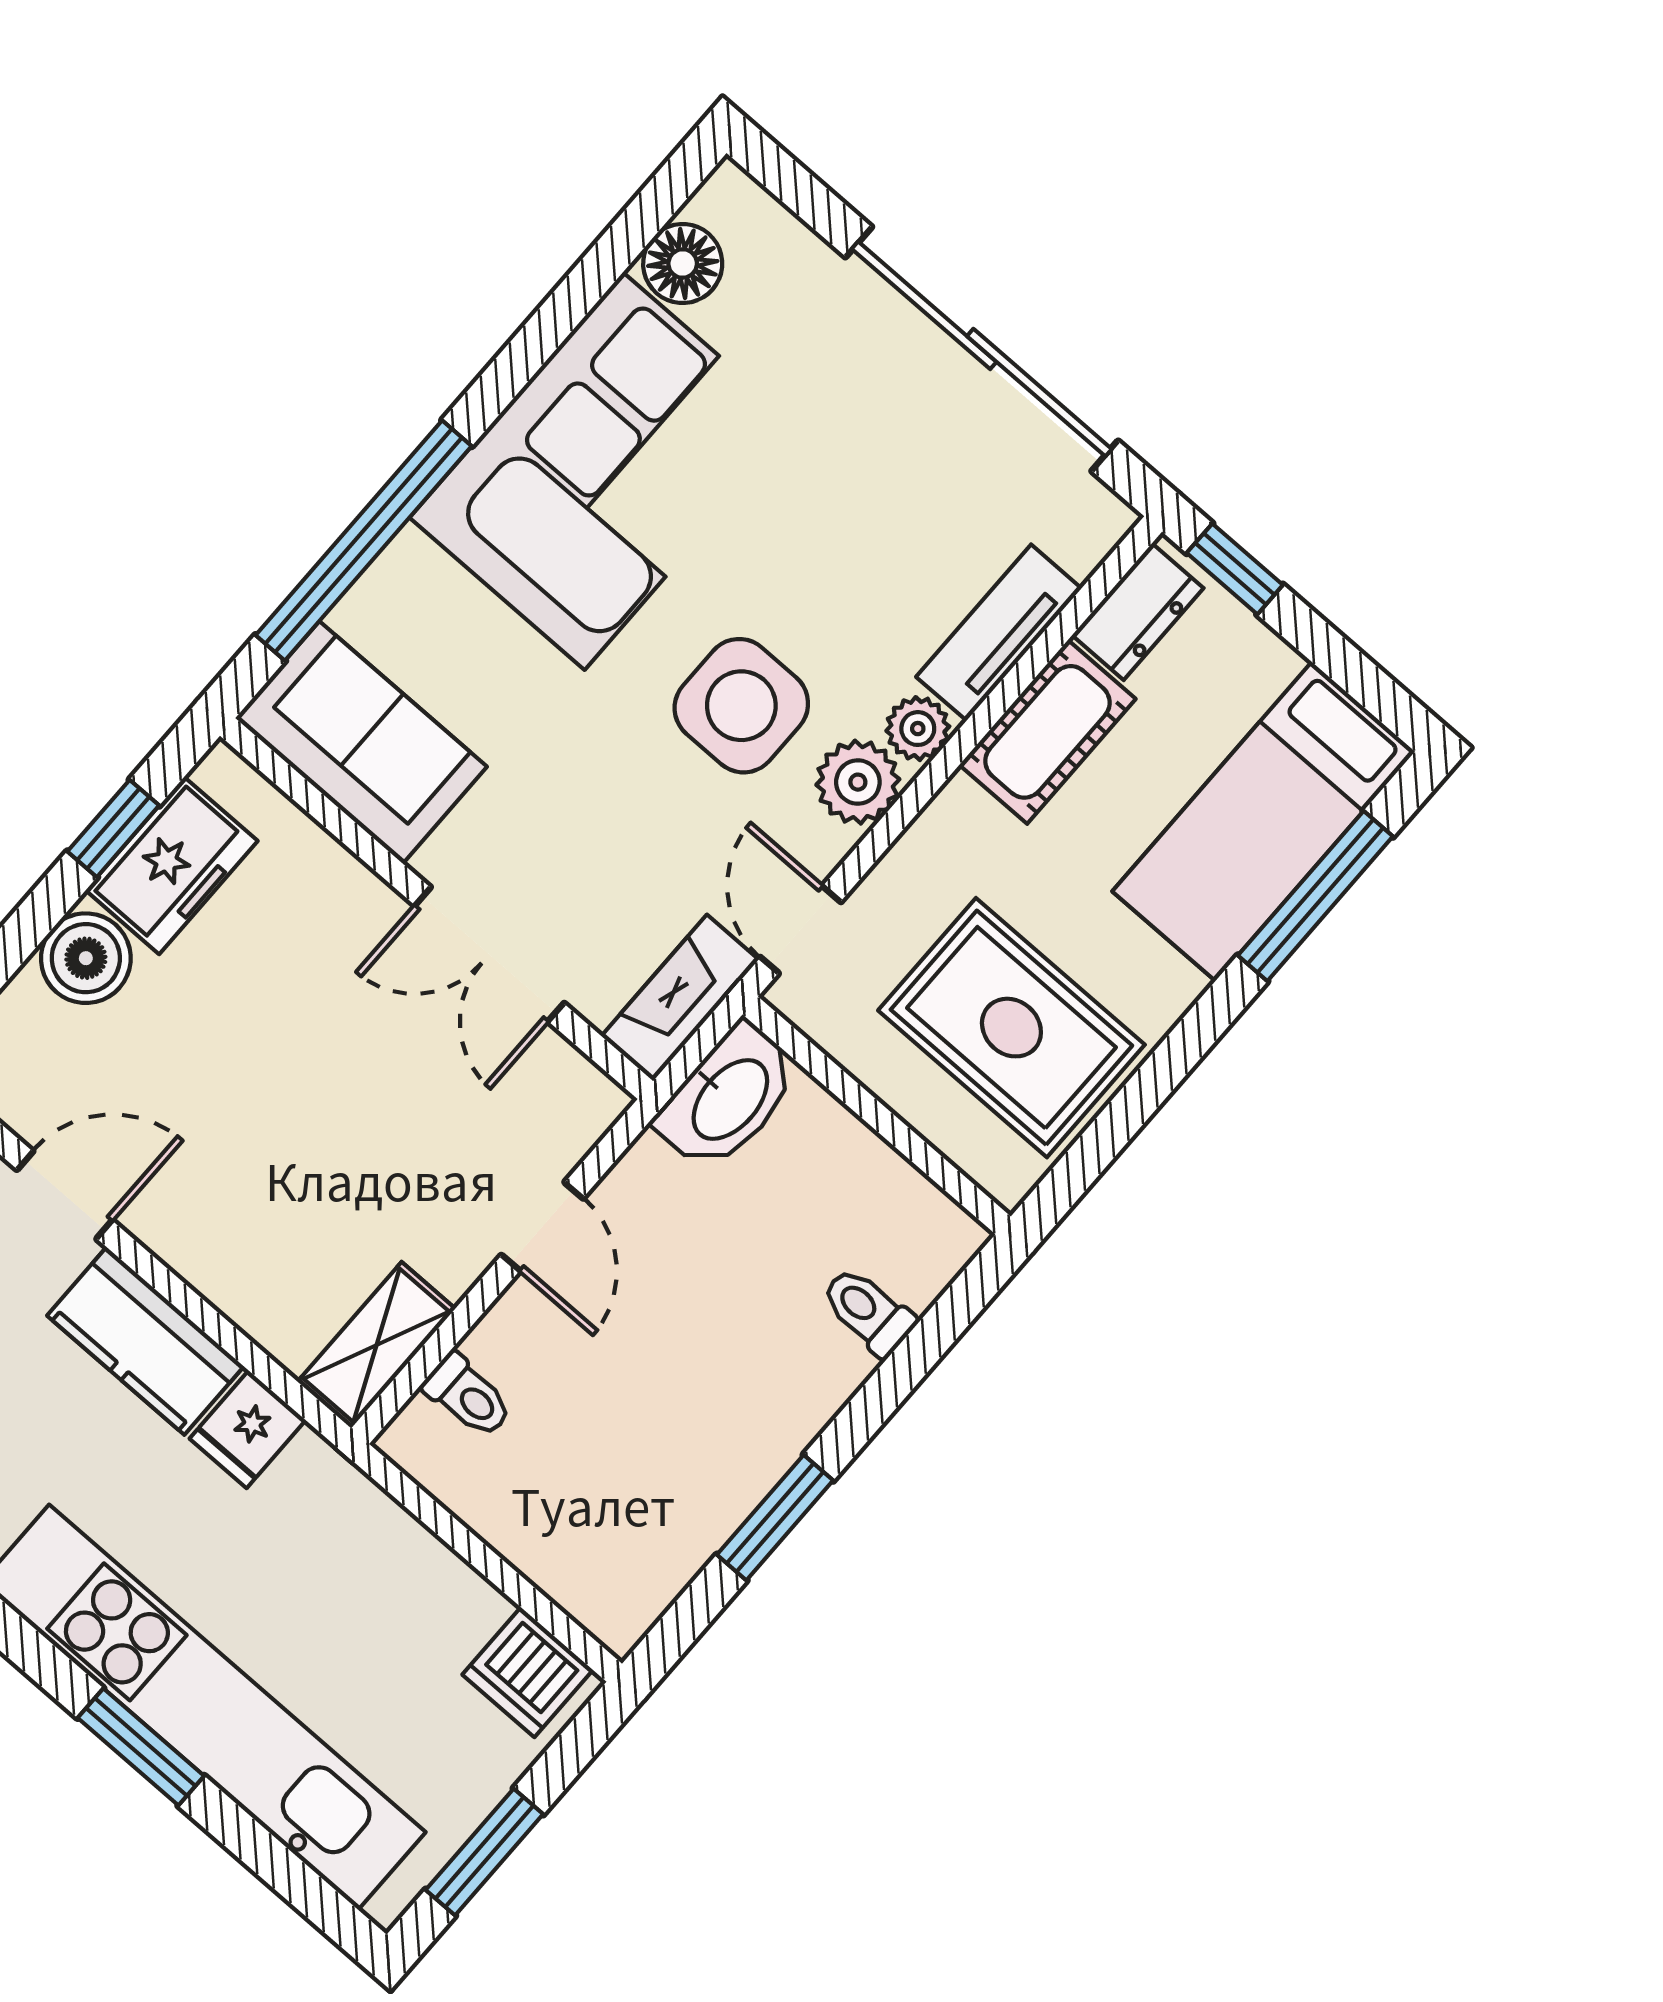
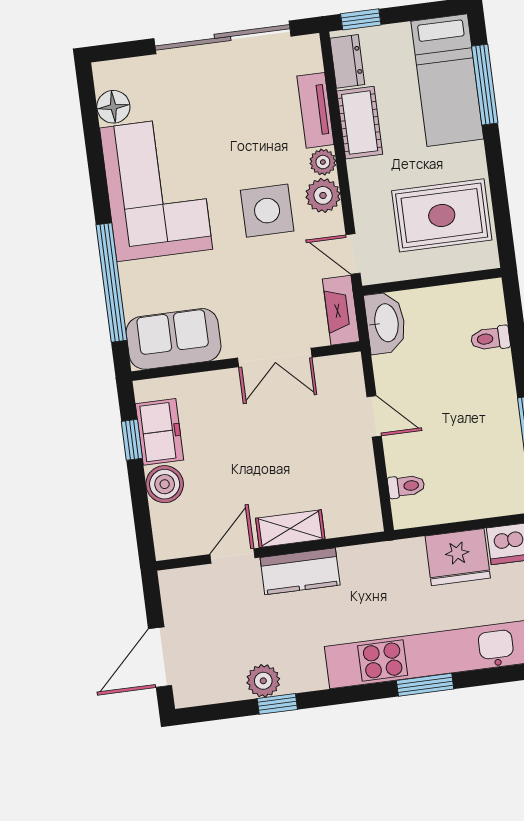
shelving: (376, 1345) -> (290, 529), moved, turned 90
fridge: (248, 1429) -> (458, 557), moved, width x1.88, depth x1.34

